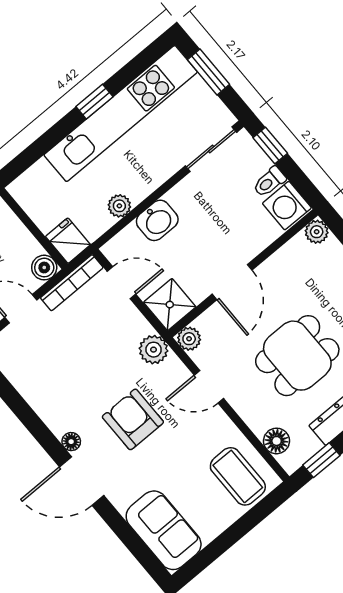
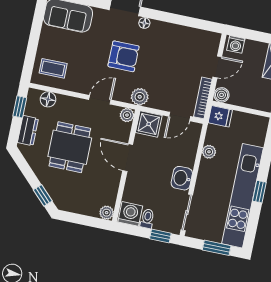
washbasin: (157, 220) -> (182, 178), moved
coffee table: (238, 476) -> (53, 68), width x0.73, depth x0.77

